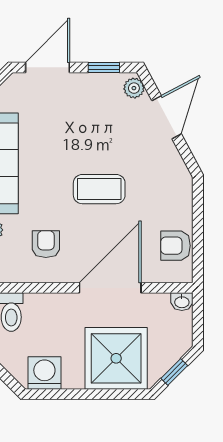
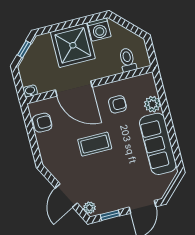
armchair: (46, 244) -> (117, 104), turned -90
door: (110, 288) -> (74, 89), hinge flipped
shower: (116, 358) -> (73, 45), moved

